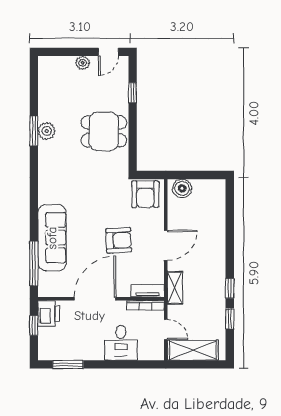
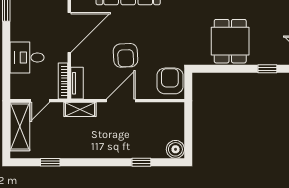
boiler: (182, 188) -> (175, 149), moved
armchair: (145, 194) -> (170, 81), turned 90
door: (166, 245) -> (121, 101), swing flipped
window: (230, 288) -> (141, 162), moved
door: (95, 299) -> (69, 32), hinge flipped

